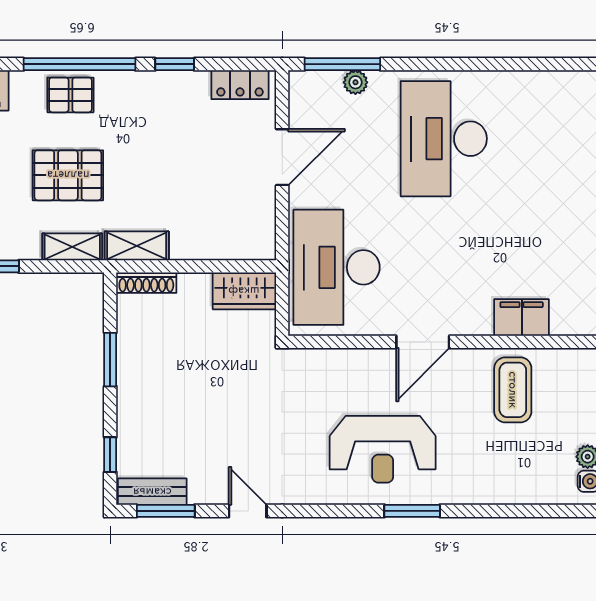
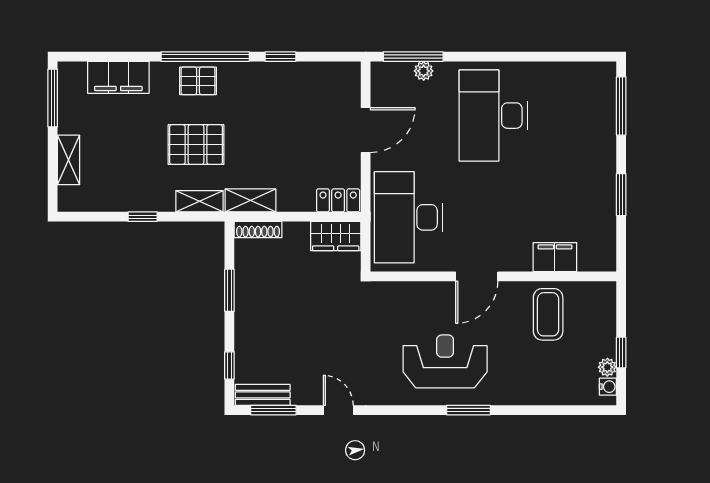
locker: (240, 85) -> (338, 200), moved, turned 180
reception desk: (383, 449) -> (445, 361), turned 180

